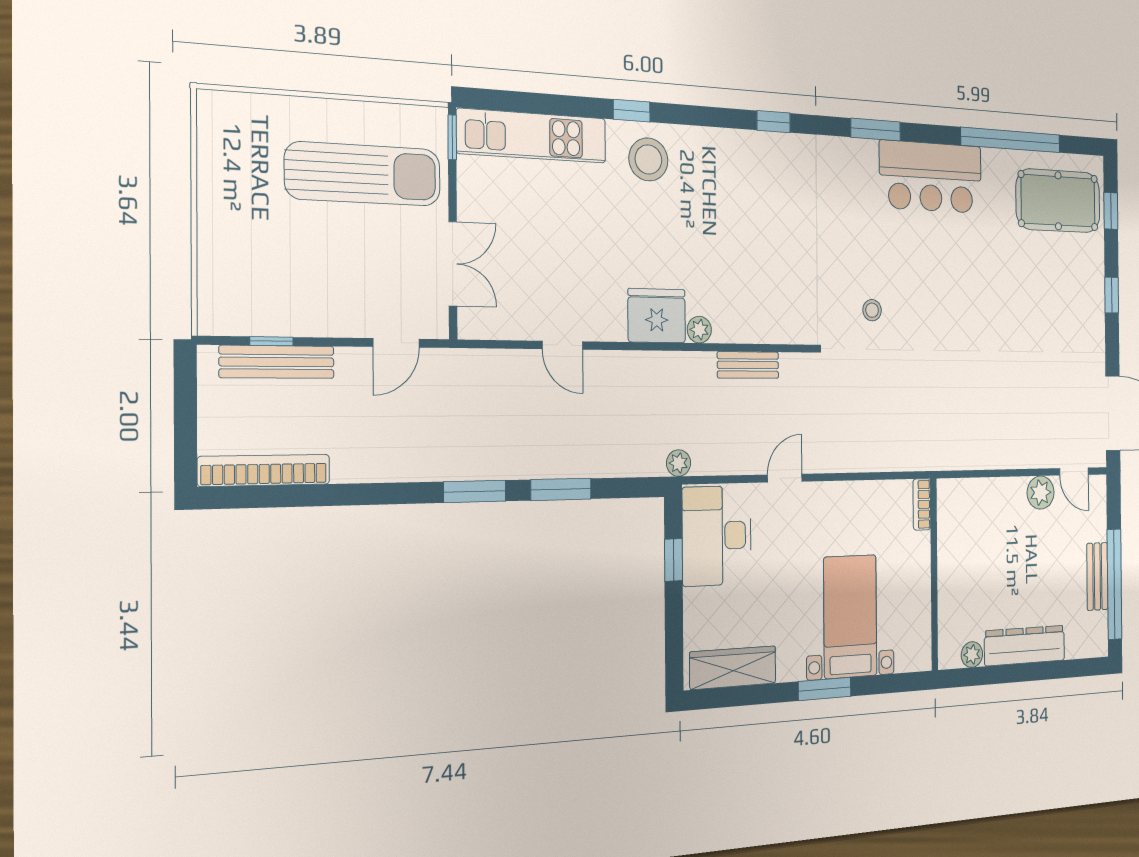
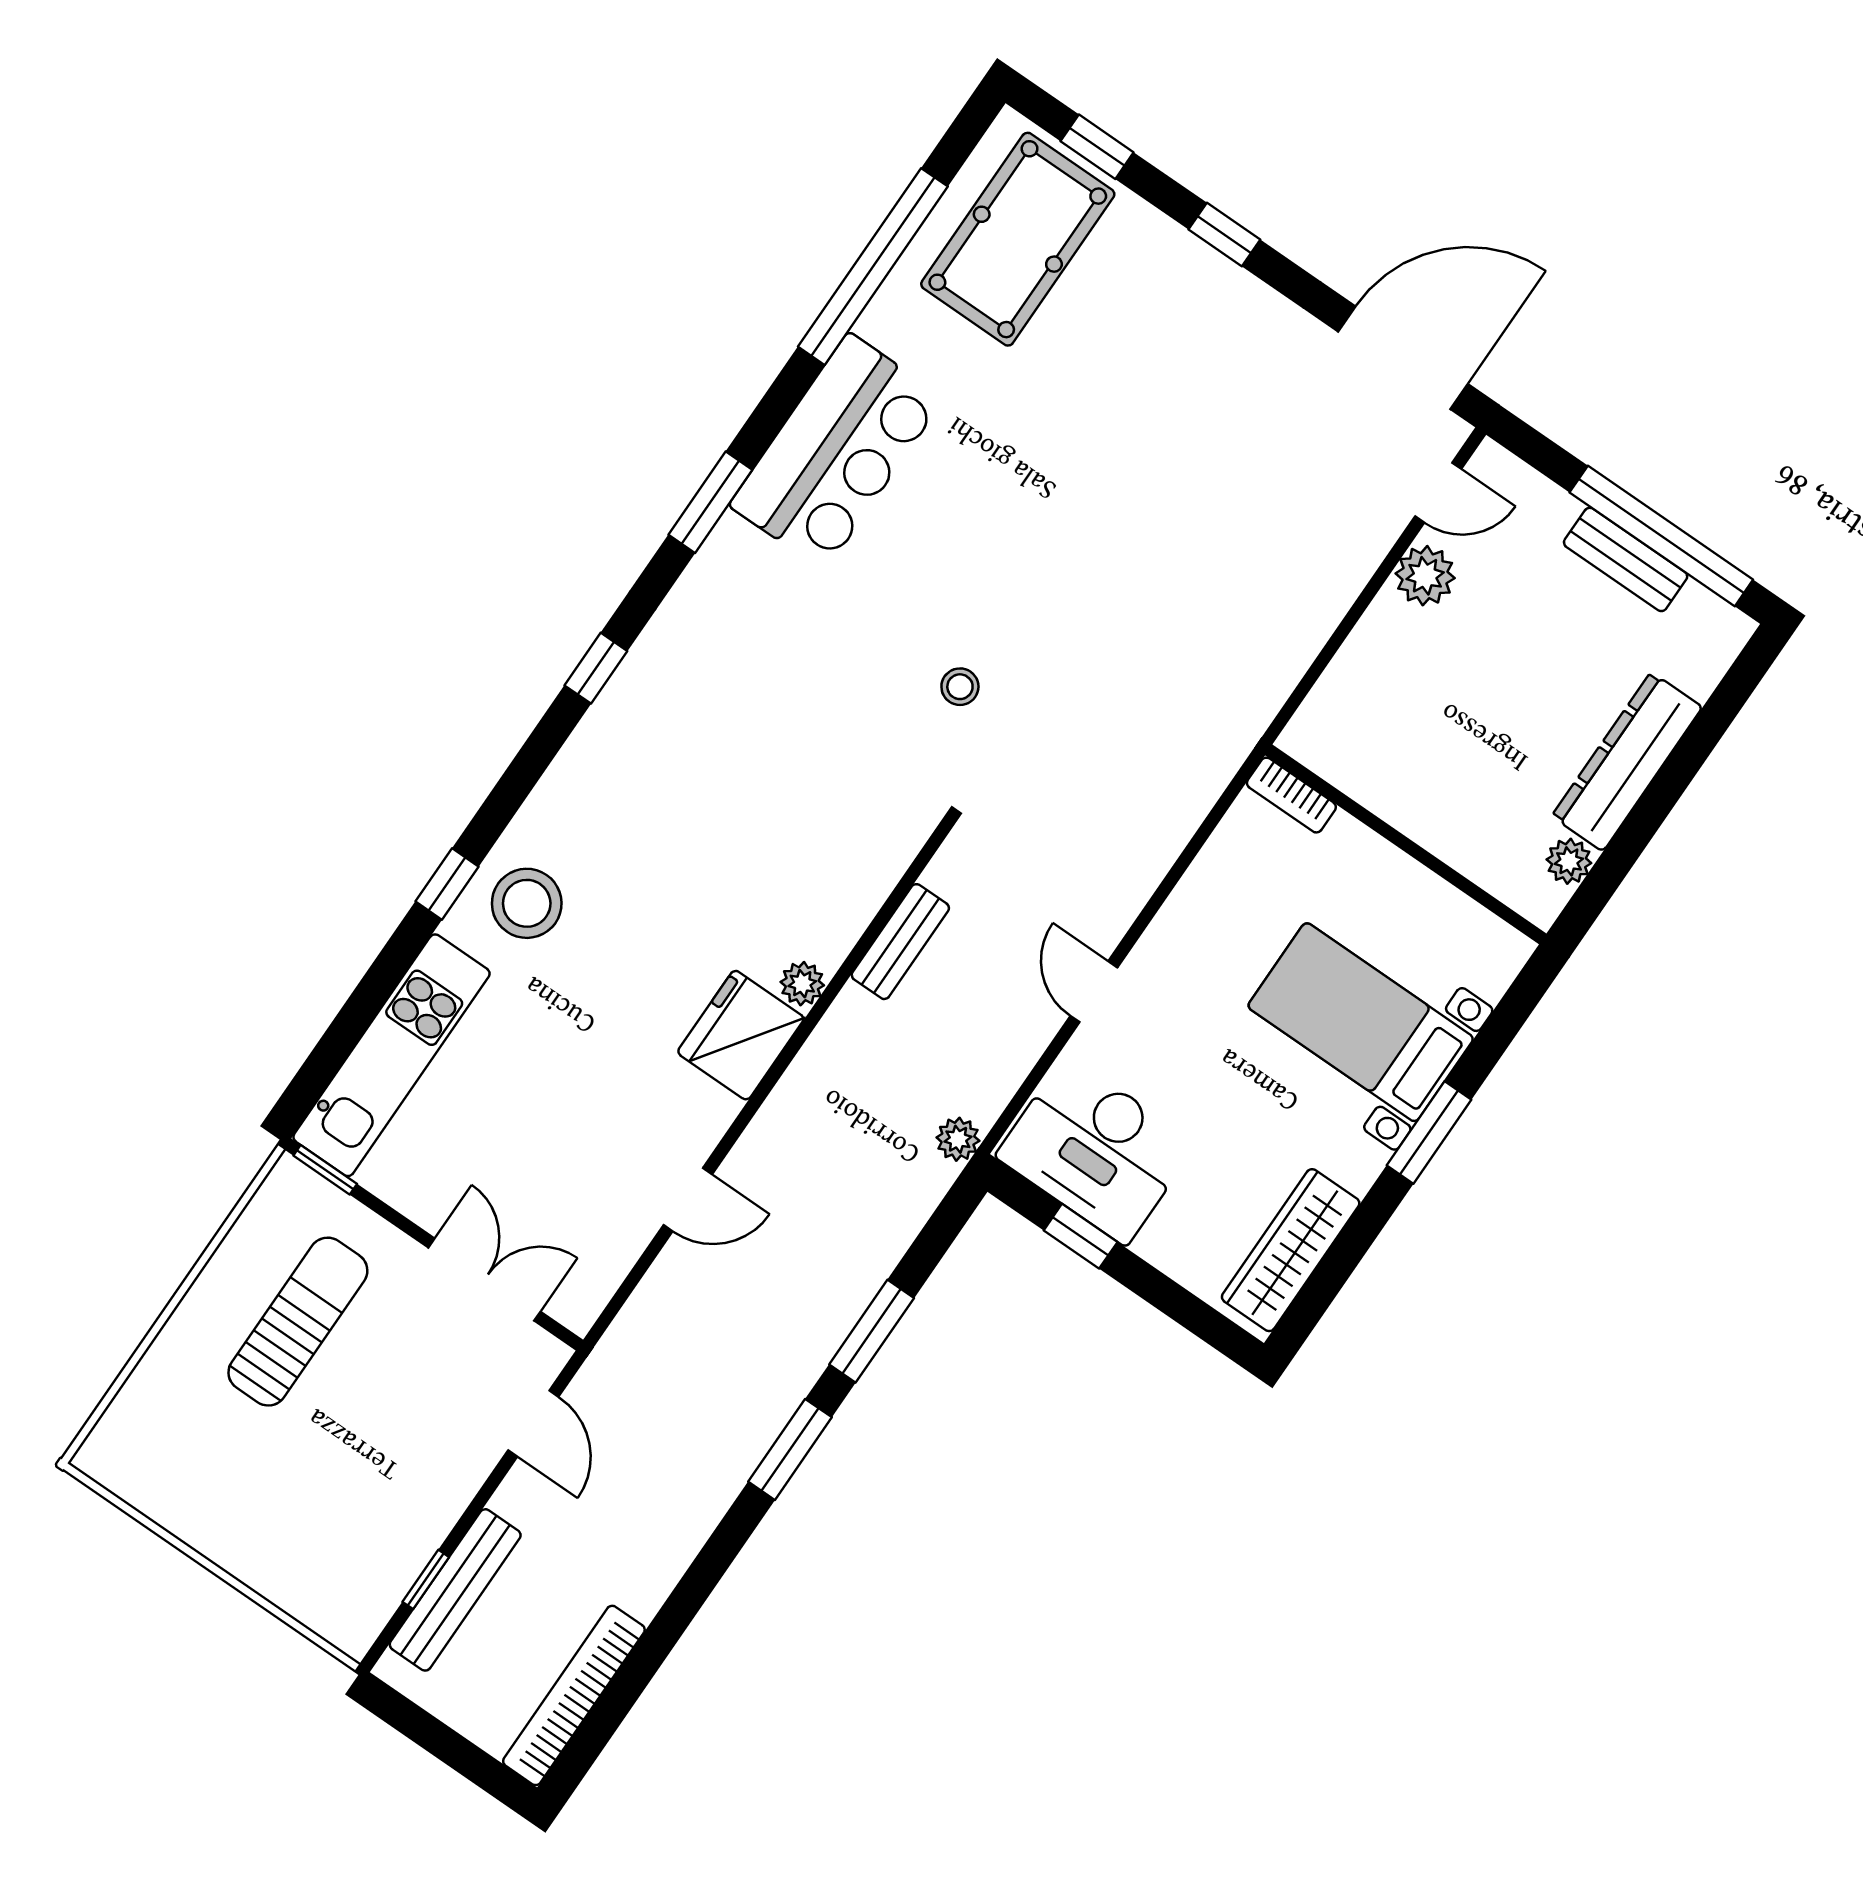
sun lounger: (363, 174) -> (298, 1322), width x0.73, depth x0.75

